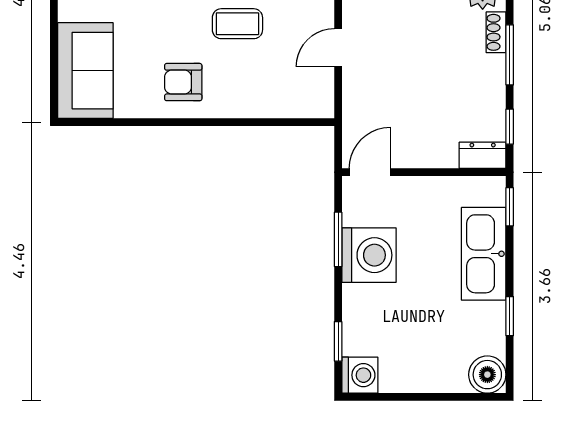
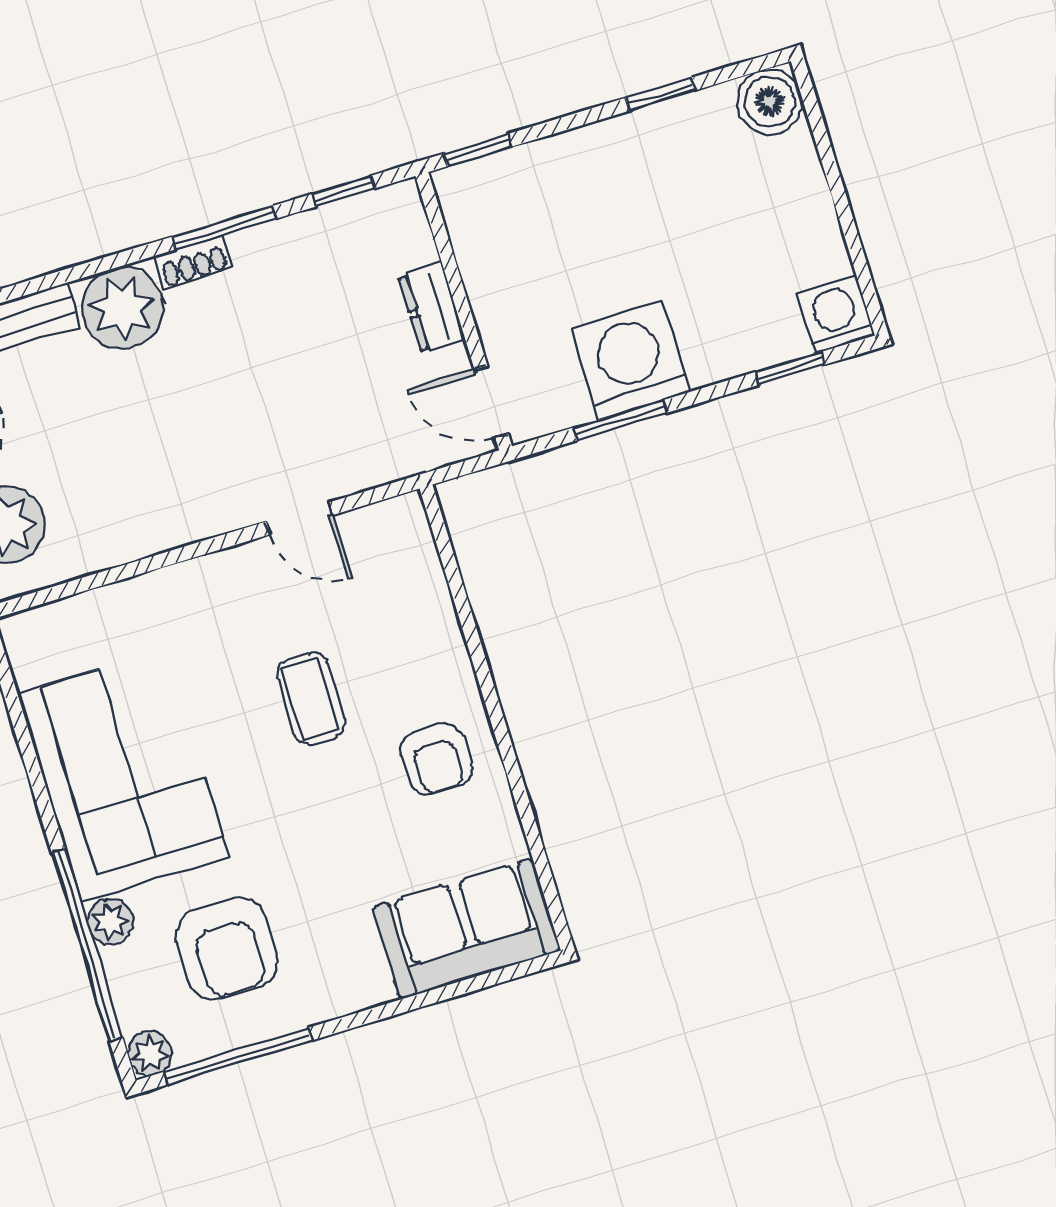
dresser: (483, 155) -> (432, 308), moved
kitchen sink: (484, 254) -> (570, 170), removed

